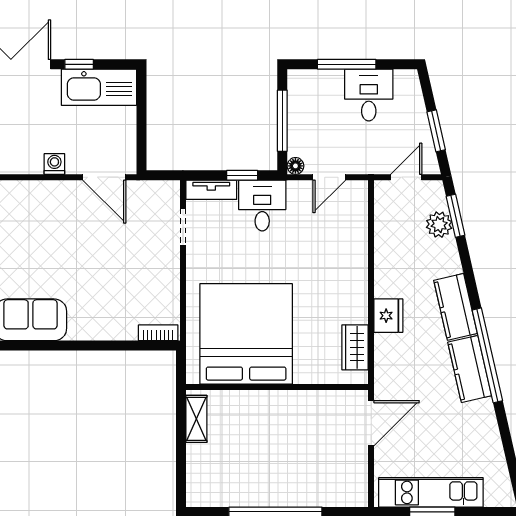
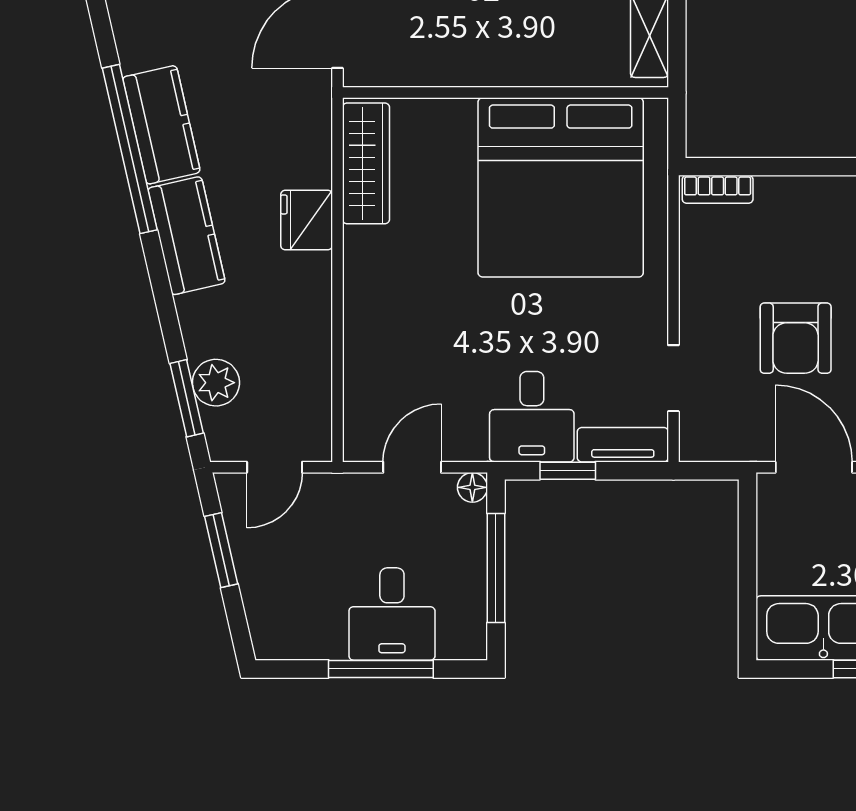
desk: (369, 95) -> (392, 614), moved
armchair: (115, 249) -> (796, 338), added
wardrobe: (355, 347) -> (366, 163), width x1.50

